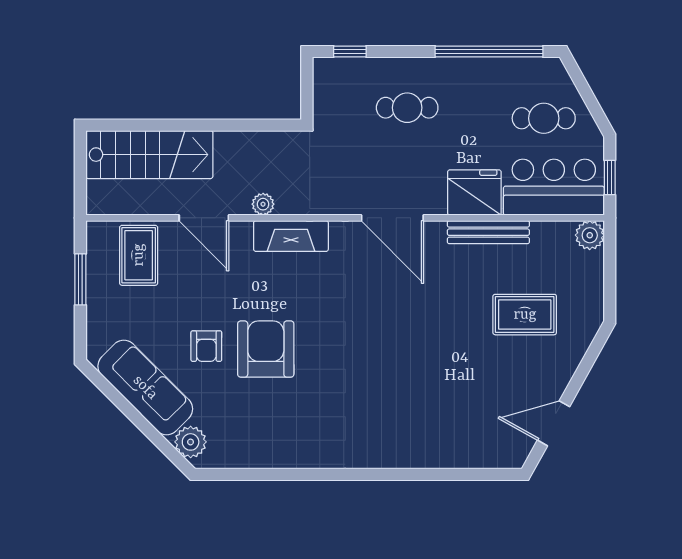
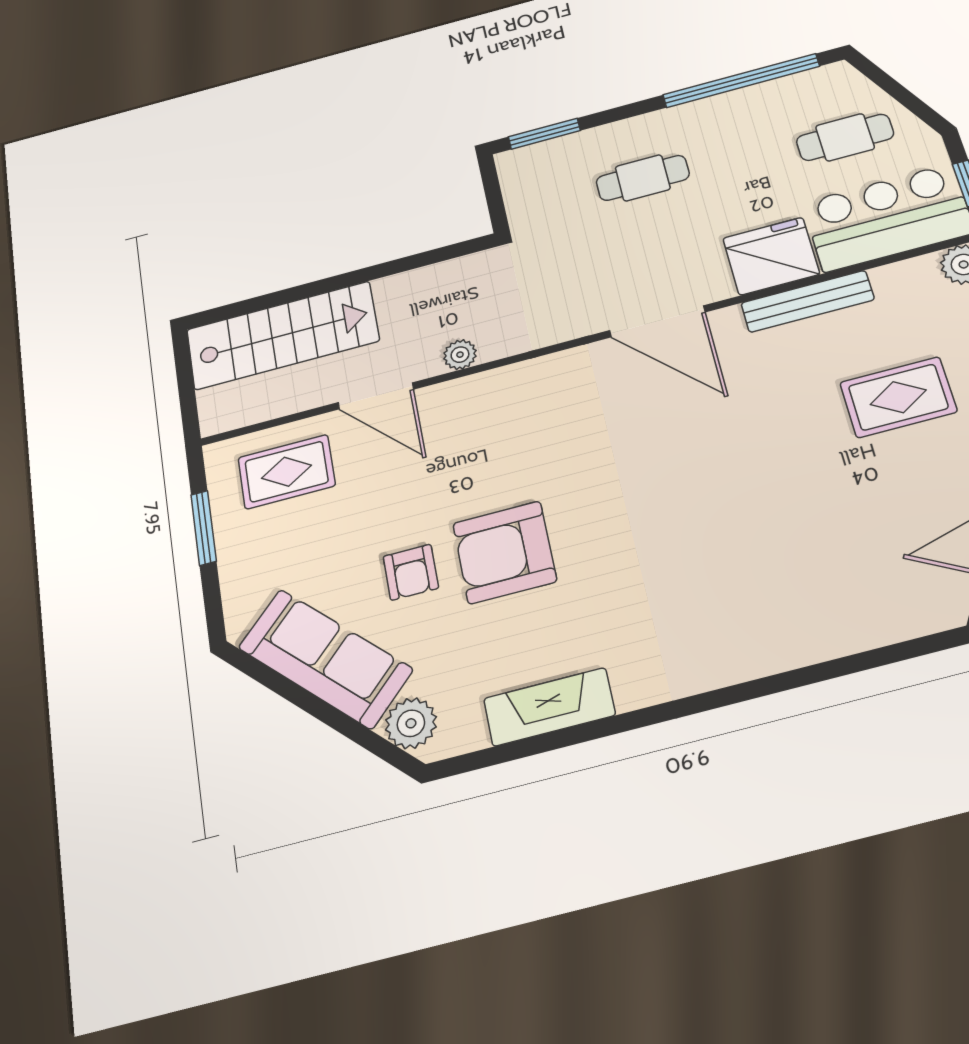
window: (350, 51) -> (544, 134), width x1.50
fireplace: (291, 236) -> (549, 707), moved, turned 180
rug: (139, 255) -> (287, 472), turned 90
armchair: (266, 349) -> (505, 552), turned -90

